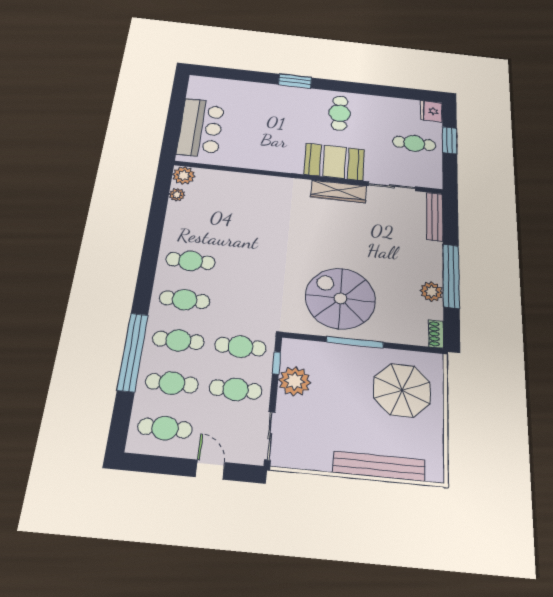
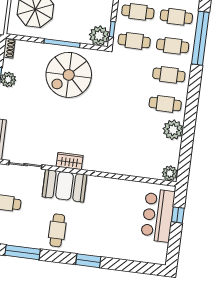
window: (384, 91) -> (23, 252), added
window: (173, 128) -> (178, 215), added
wardrobe: (339, 191) -> (70, 161), width x0.67
plant: (177, 195) -> (173, 130), moved, width x1.88, depth x1.88
spiral stairs: (340, 298) -> (69, 75), turned 90
plant: (295, 381) -> (99, 36), moved

